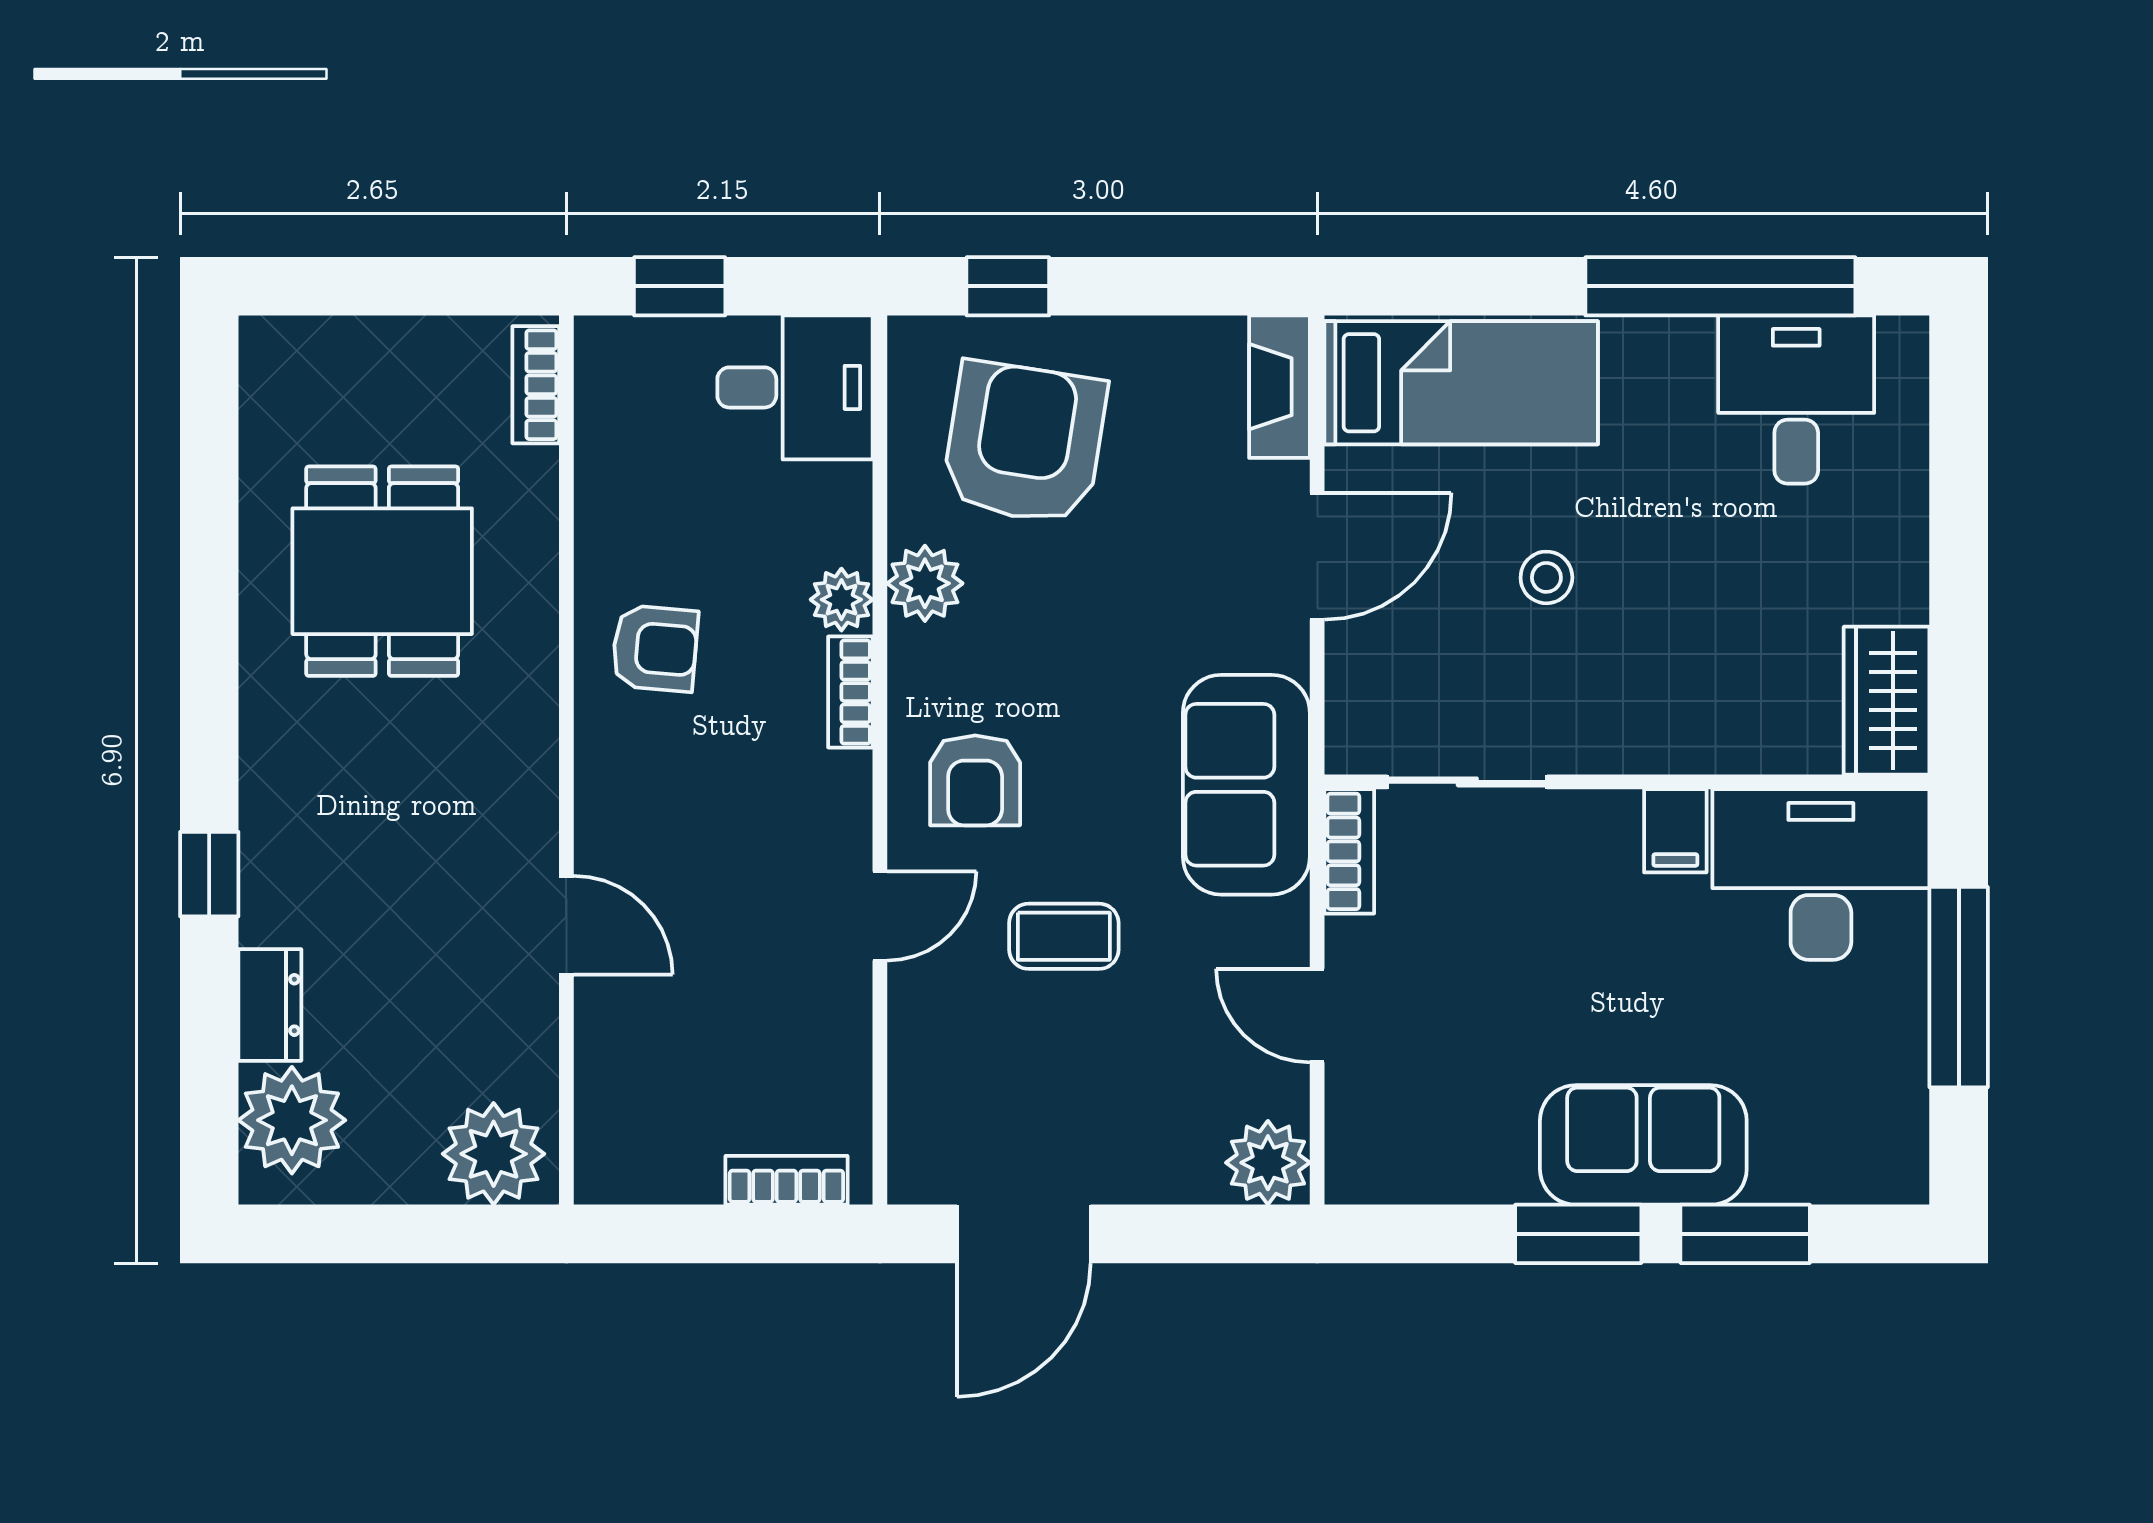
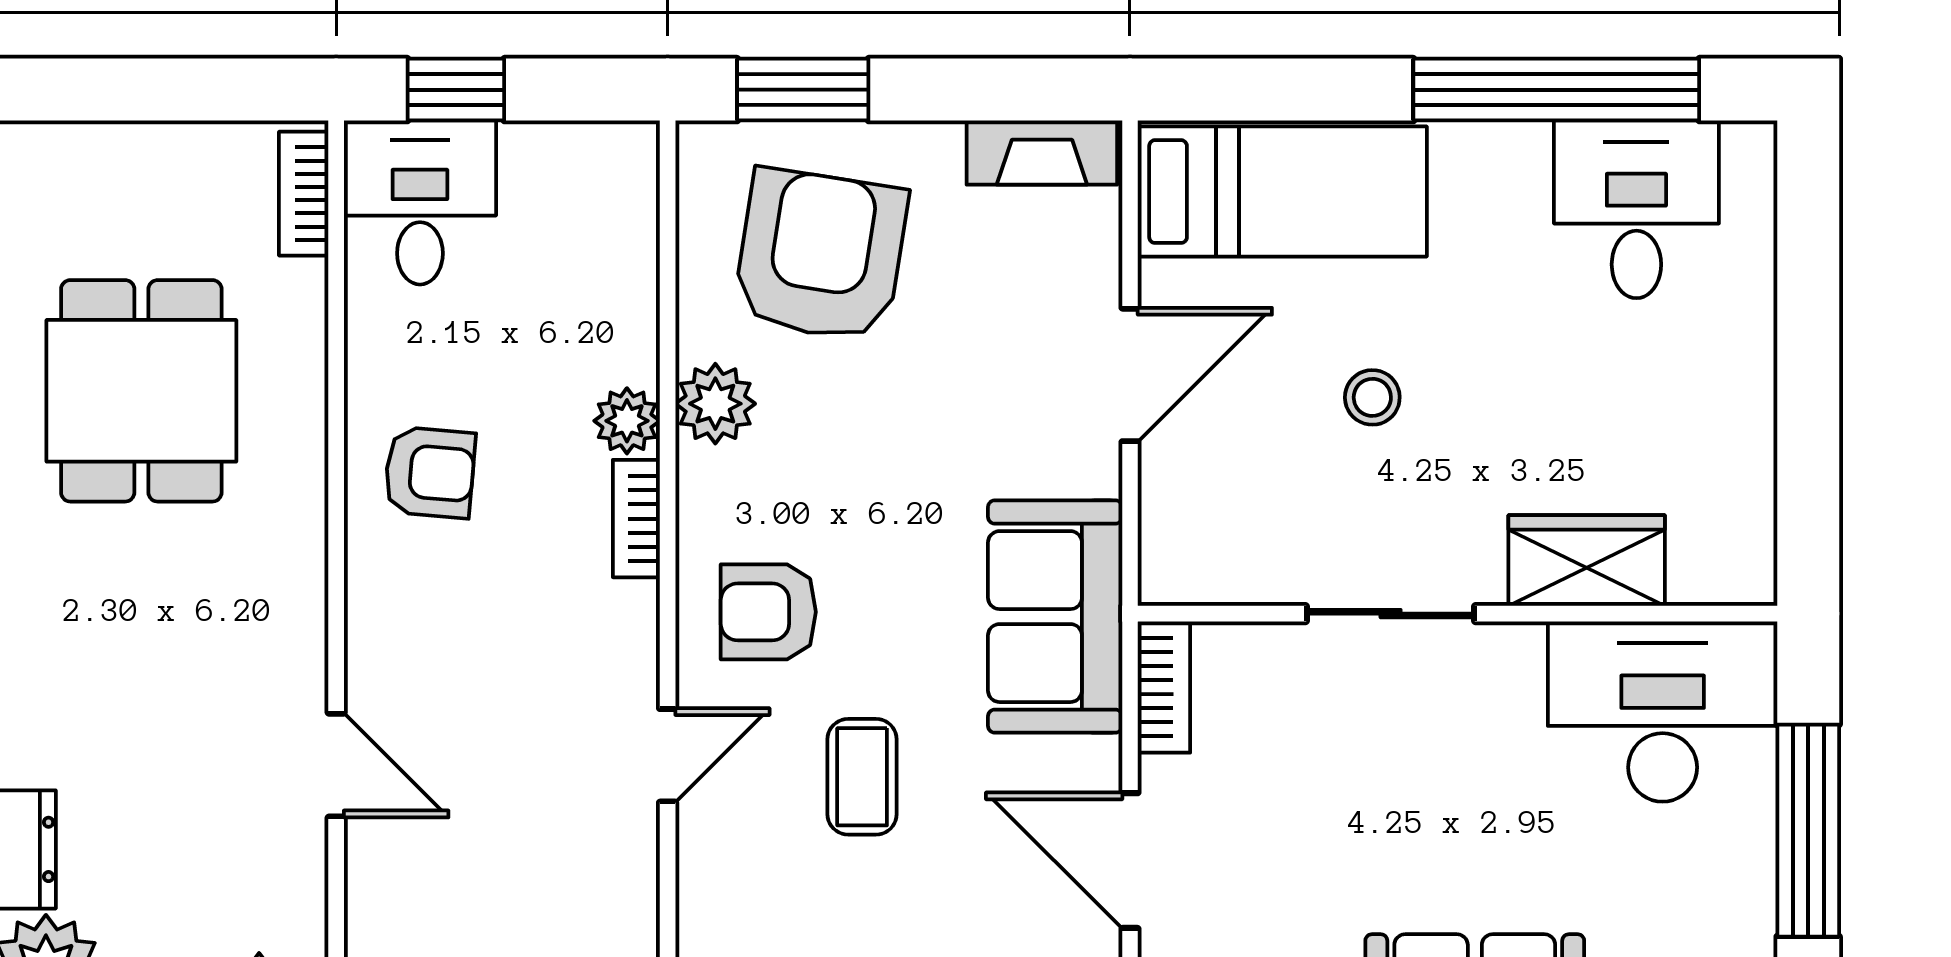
window: (1008, 286) -> (803, 90), width x1.50
desk: (795, 387) -> (420, 202), moved, turned -90
fireplace: (1279, 387) -> (1042, 153), moved, turned -90
wardrobe: (1887, 701) -> (1587, 561), moved, turned 90
armchair: (975, 780) -> (768, 612), turned 90
sliding door: (1467, 782) -> (1391, 614), moved
filing cabinet: (1675, 831) -> (1509, 665), removed
coffee table: (1064, 936) -> (862, 777), turned 90
door: (1317, 1016) -> (1130, 861), width x1.37

